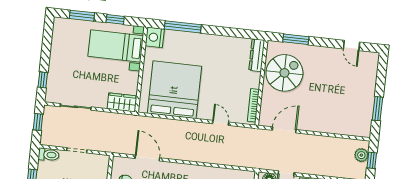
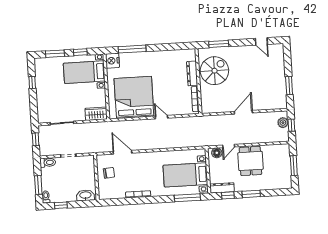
dresser: (257, 55) -> (192, 73), moved
window: (43, 80) -> (32, 83), moved
door: (221, 123) -> (161, 117), moved
door: (284, 130) -> (243, 112), moved

